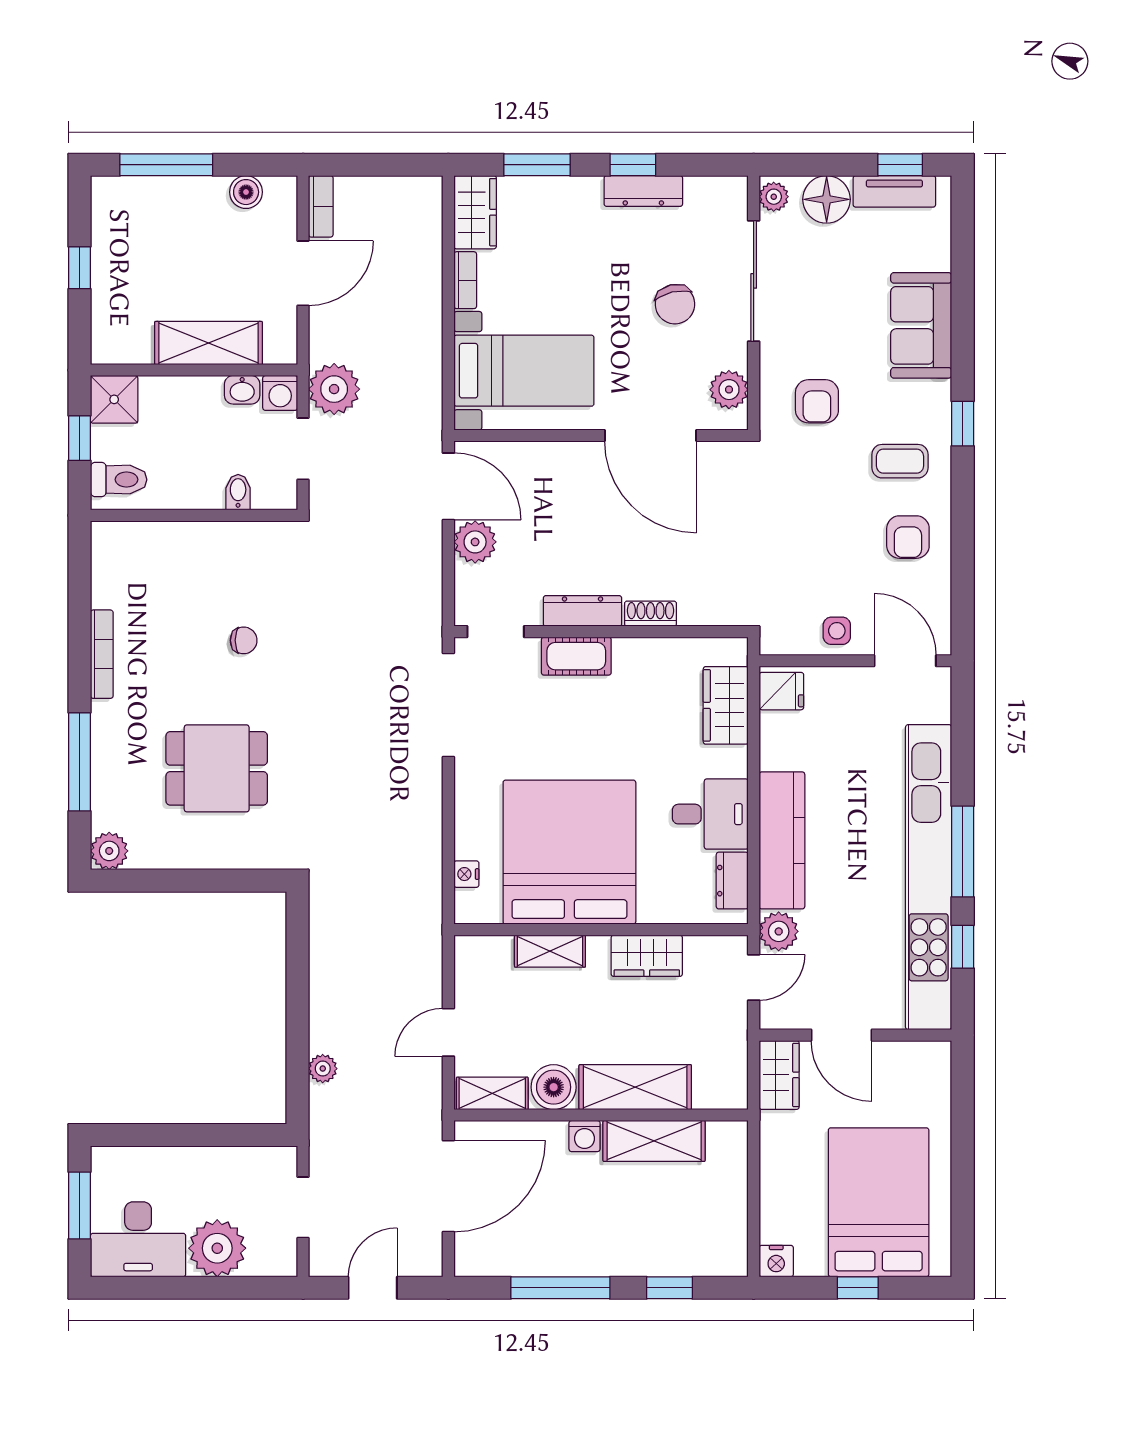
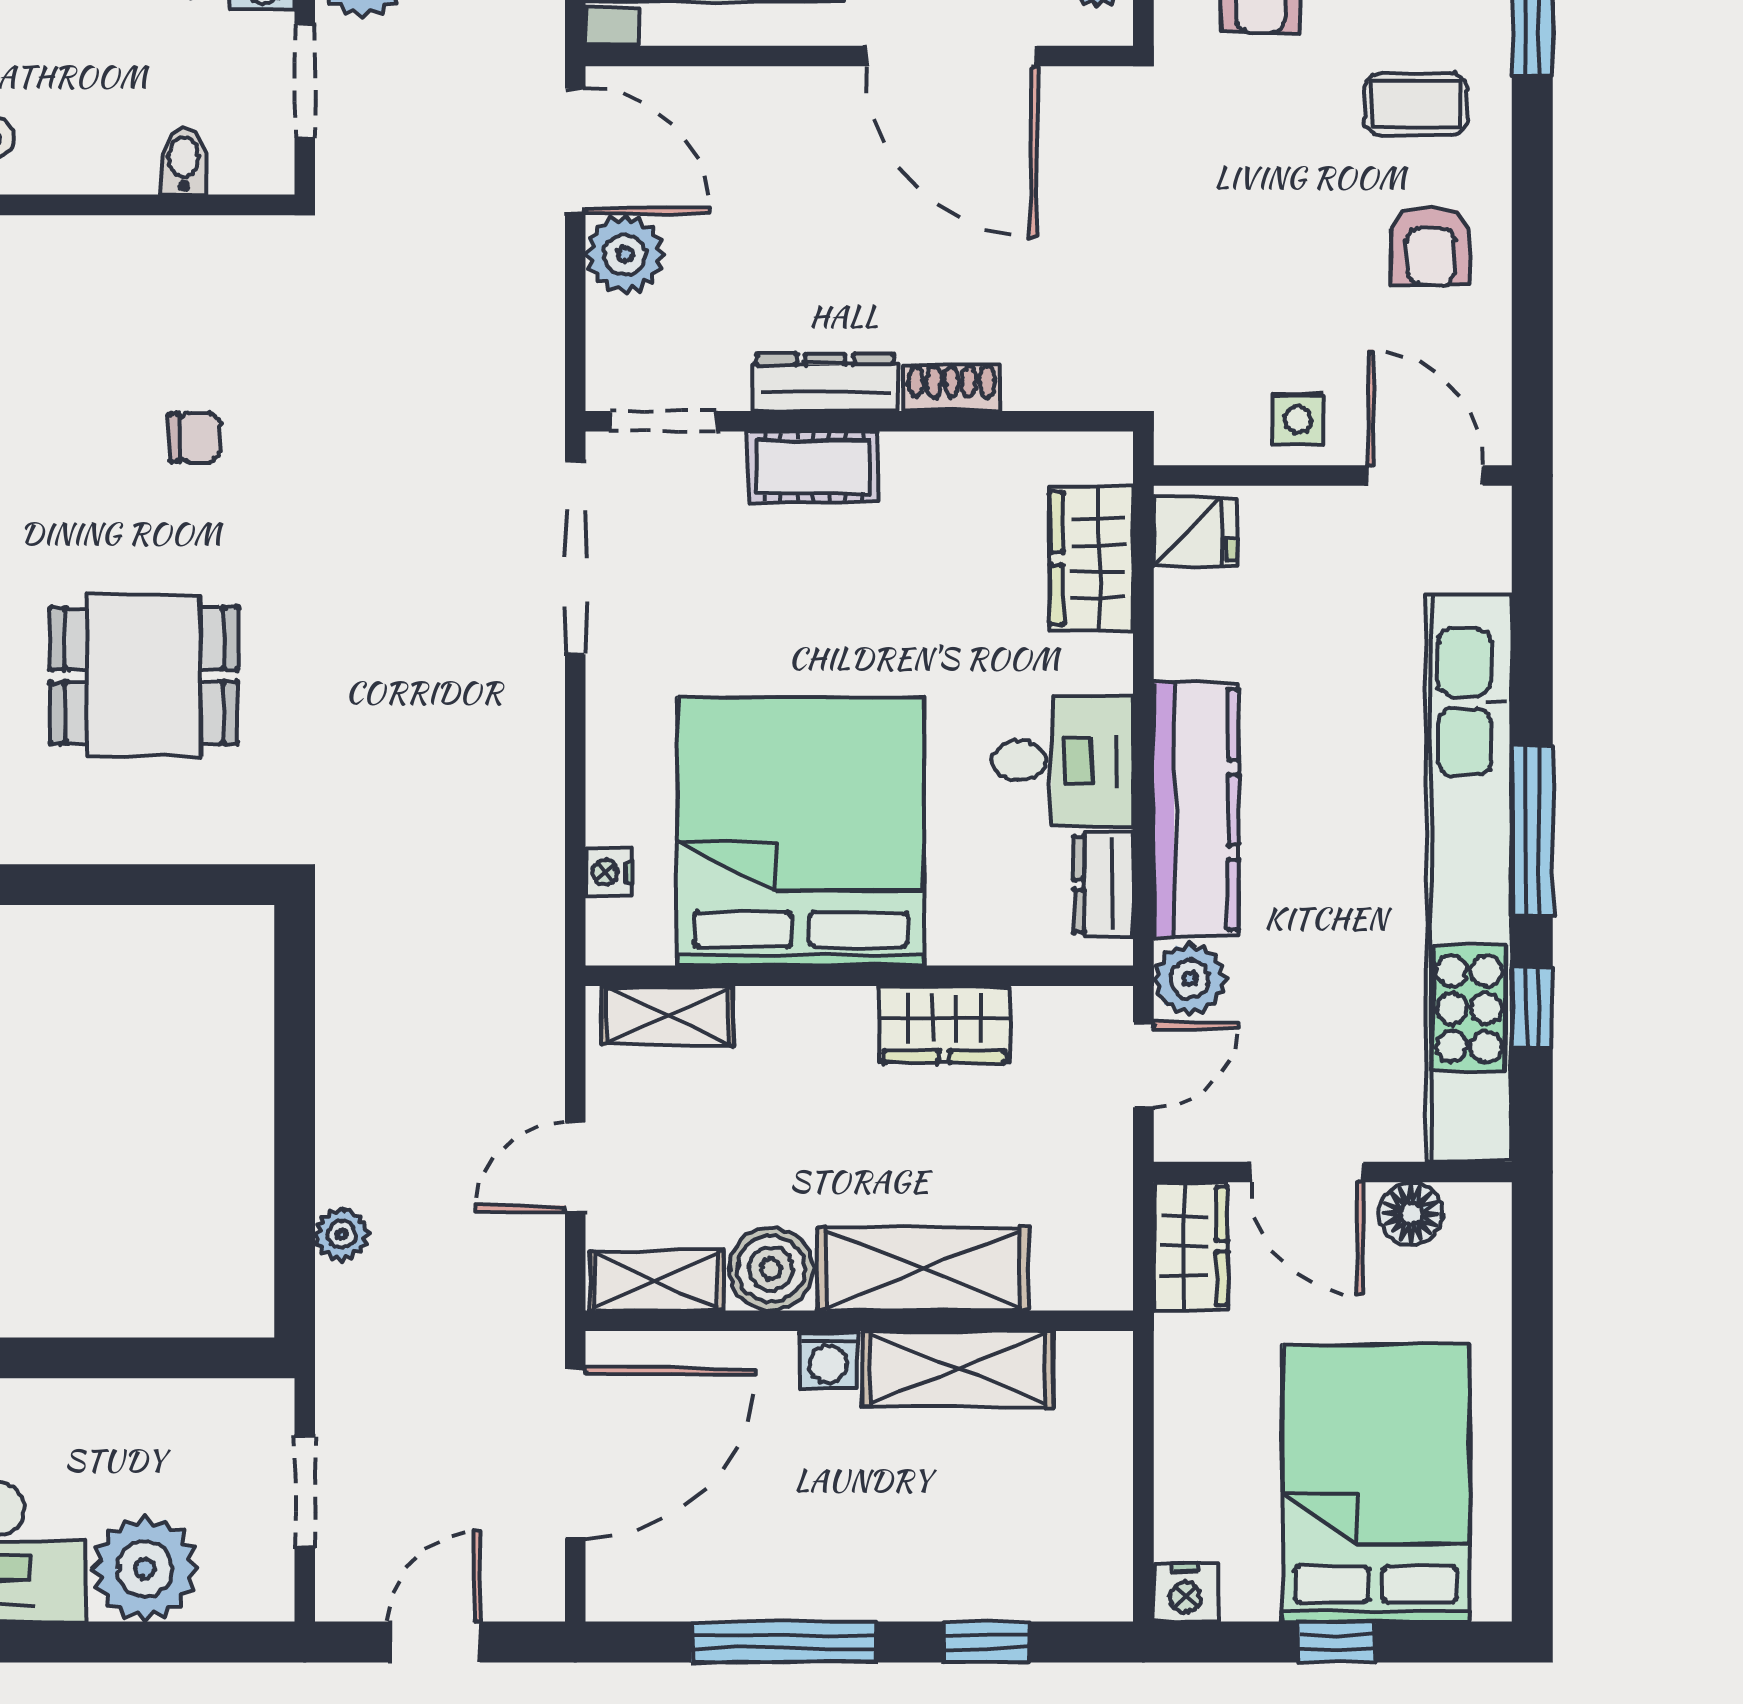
shelving: (550, 951) -> (668, 1016), moved
floor lamp: (897, 1057) -> (1411, 1214), added

